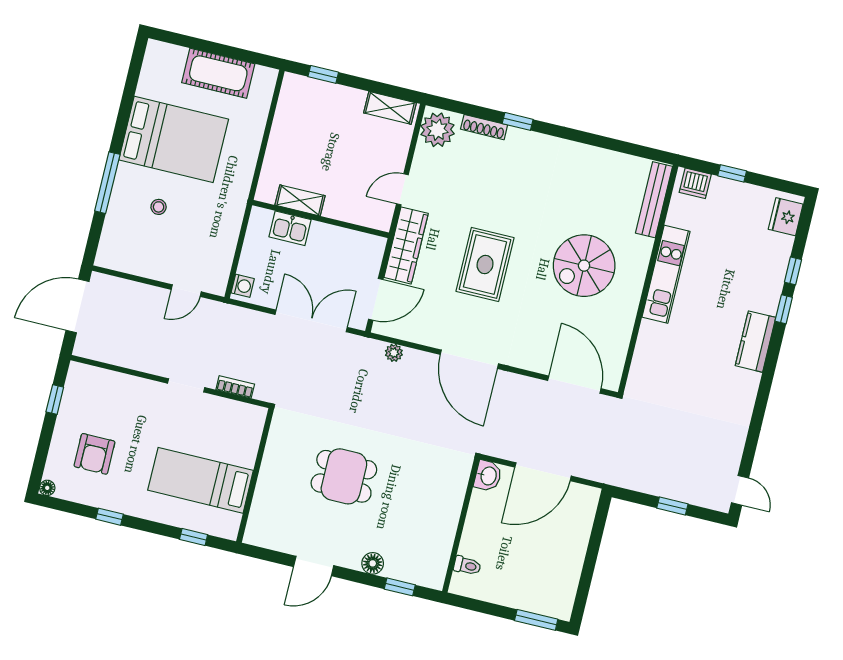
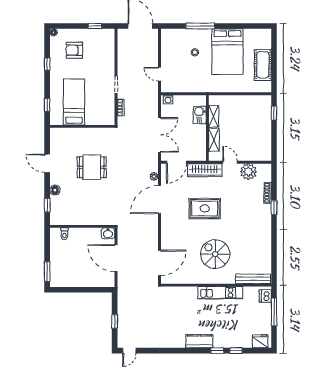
shelving: (390, 108) -> (214, 140), moved
plant: (437, 130) -> (248, 172), moved
window: (732, 173) -> (274, 312), width x2.17
door: (376, 299) -> (177, 162), hinge flipped
door: (469, 359) -> (159, 200), moved
dining table: (344, 476) -> (92, 167), turned 90

